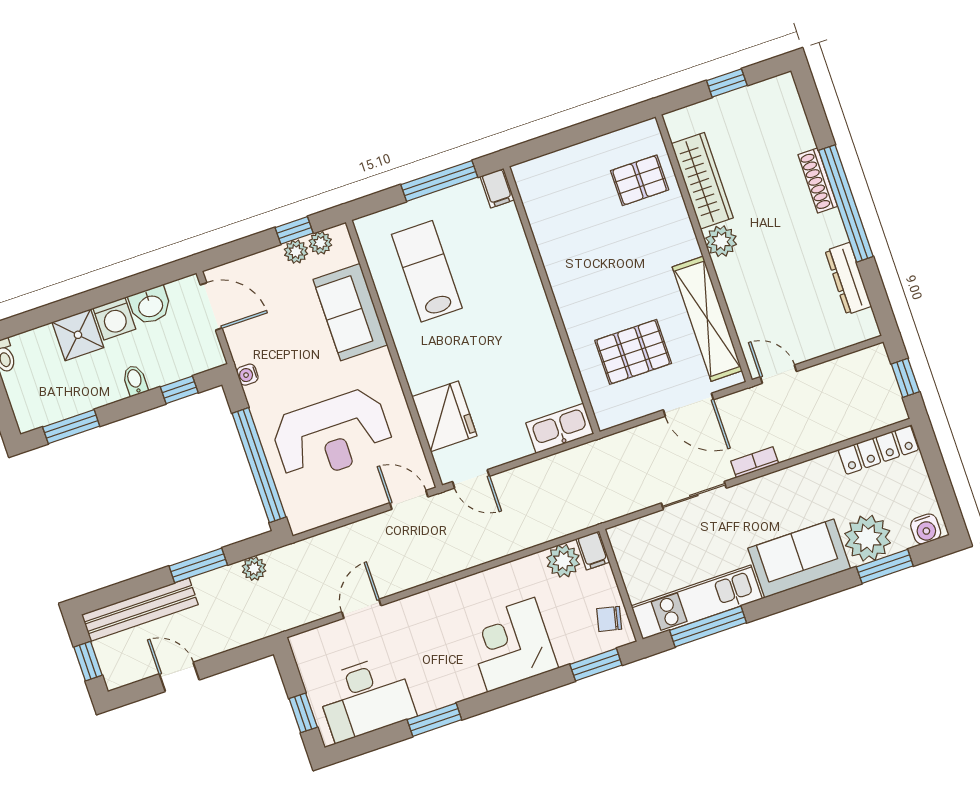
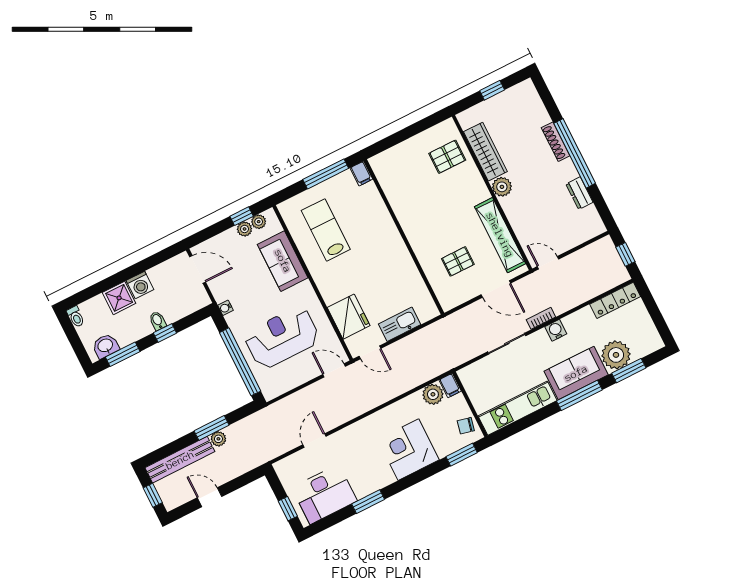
dresser: (848, 278) -> (579, 193), width x0.70
washbasin: (150, 305) -> (105, 346), moved, turned 180
pallet: (633, 352) -> (458, 261), width x0.67, depth x0.71
window: (179, 390) -> (165, 333), moved
kitchen sink: (560, 428) -> (400, 324), moved
reception desk: (332, 435) -> (282, 338), turned 180
water cooler: (926, 529) -> (556, 330), moved, turned 180
plant: (254, 569) -> (218, 439), moved
window: (708, 627) -> (579, 395), moved

